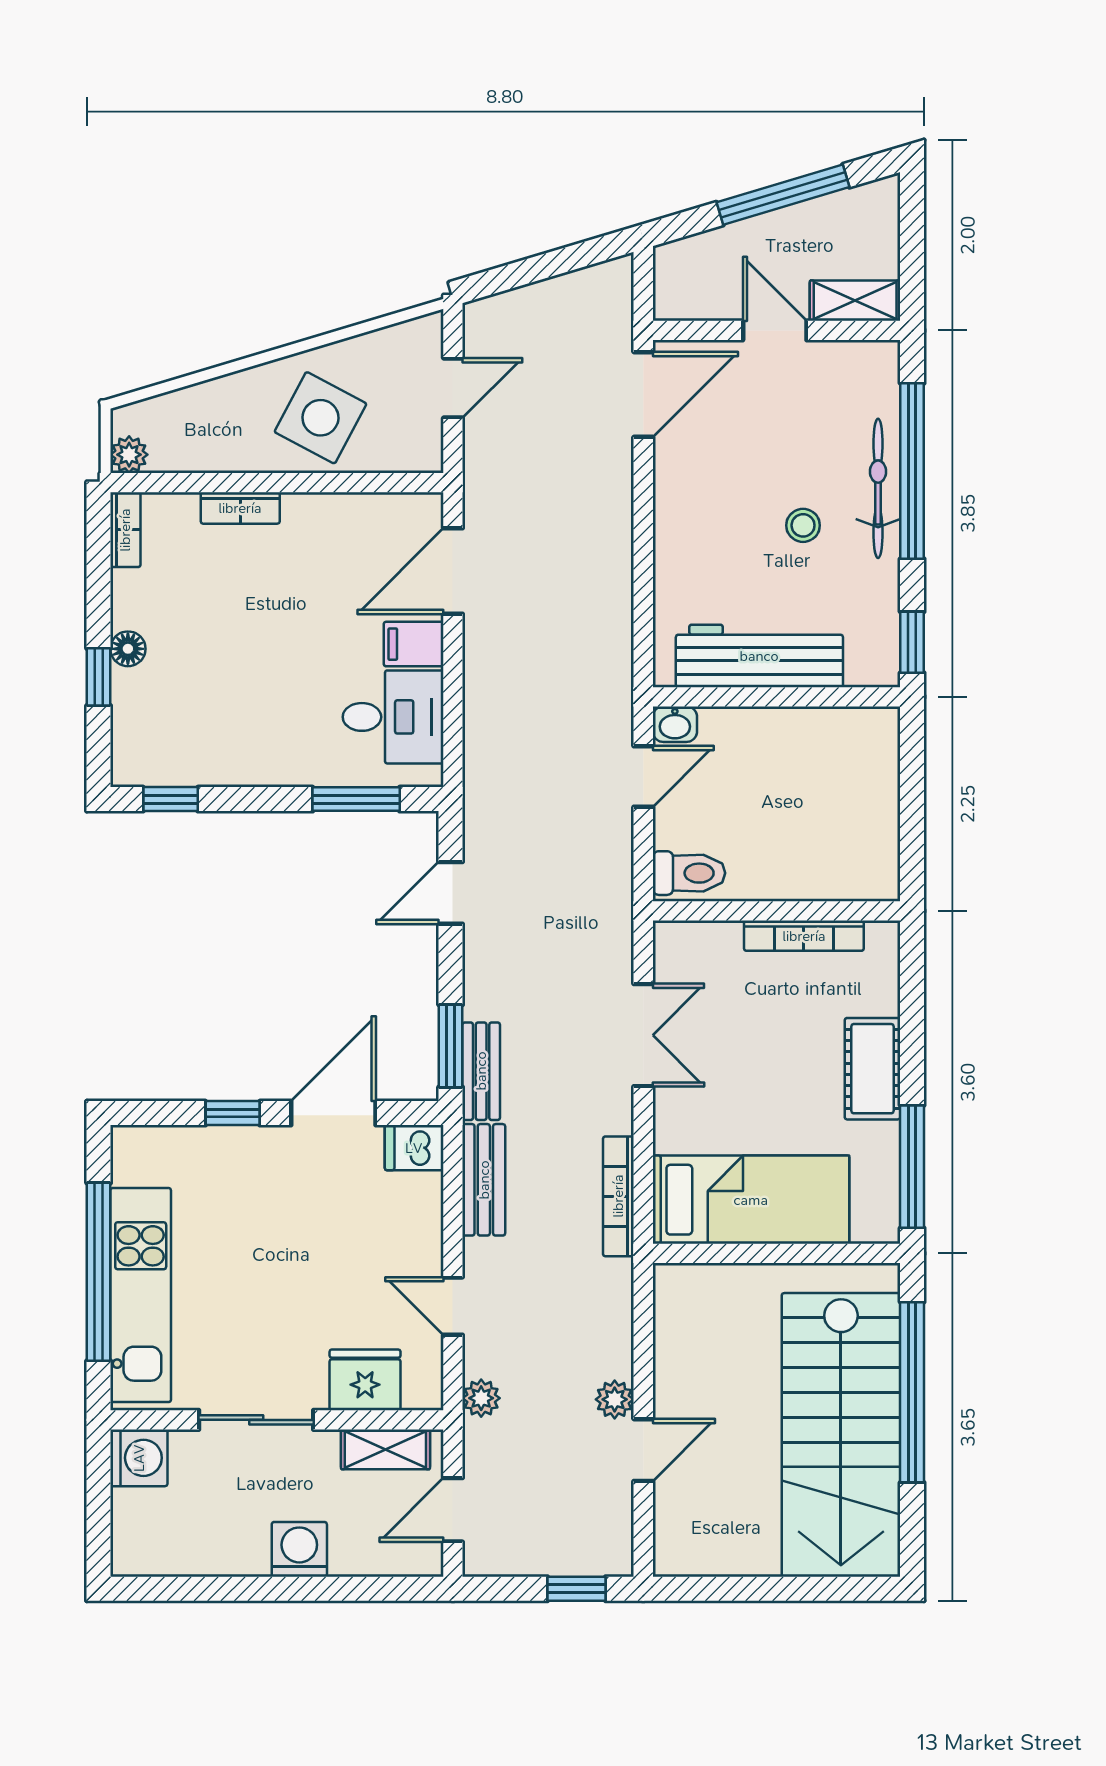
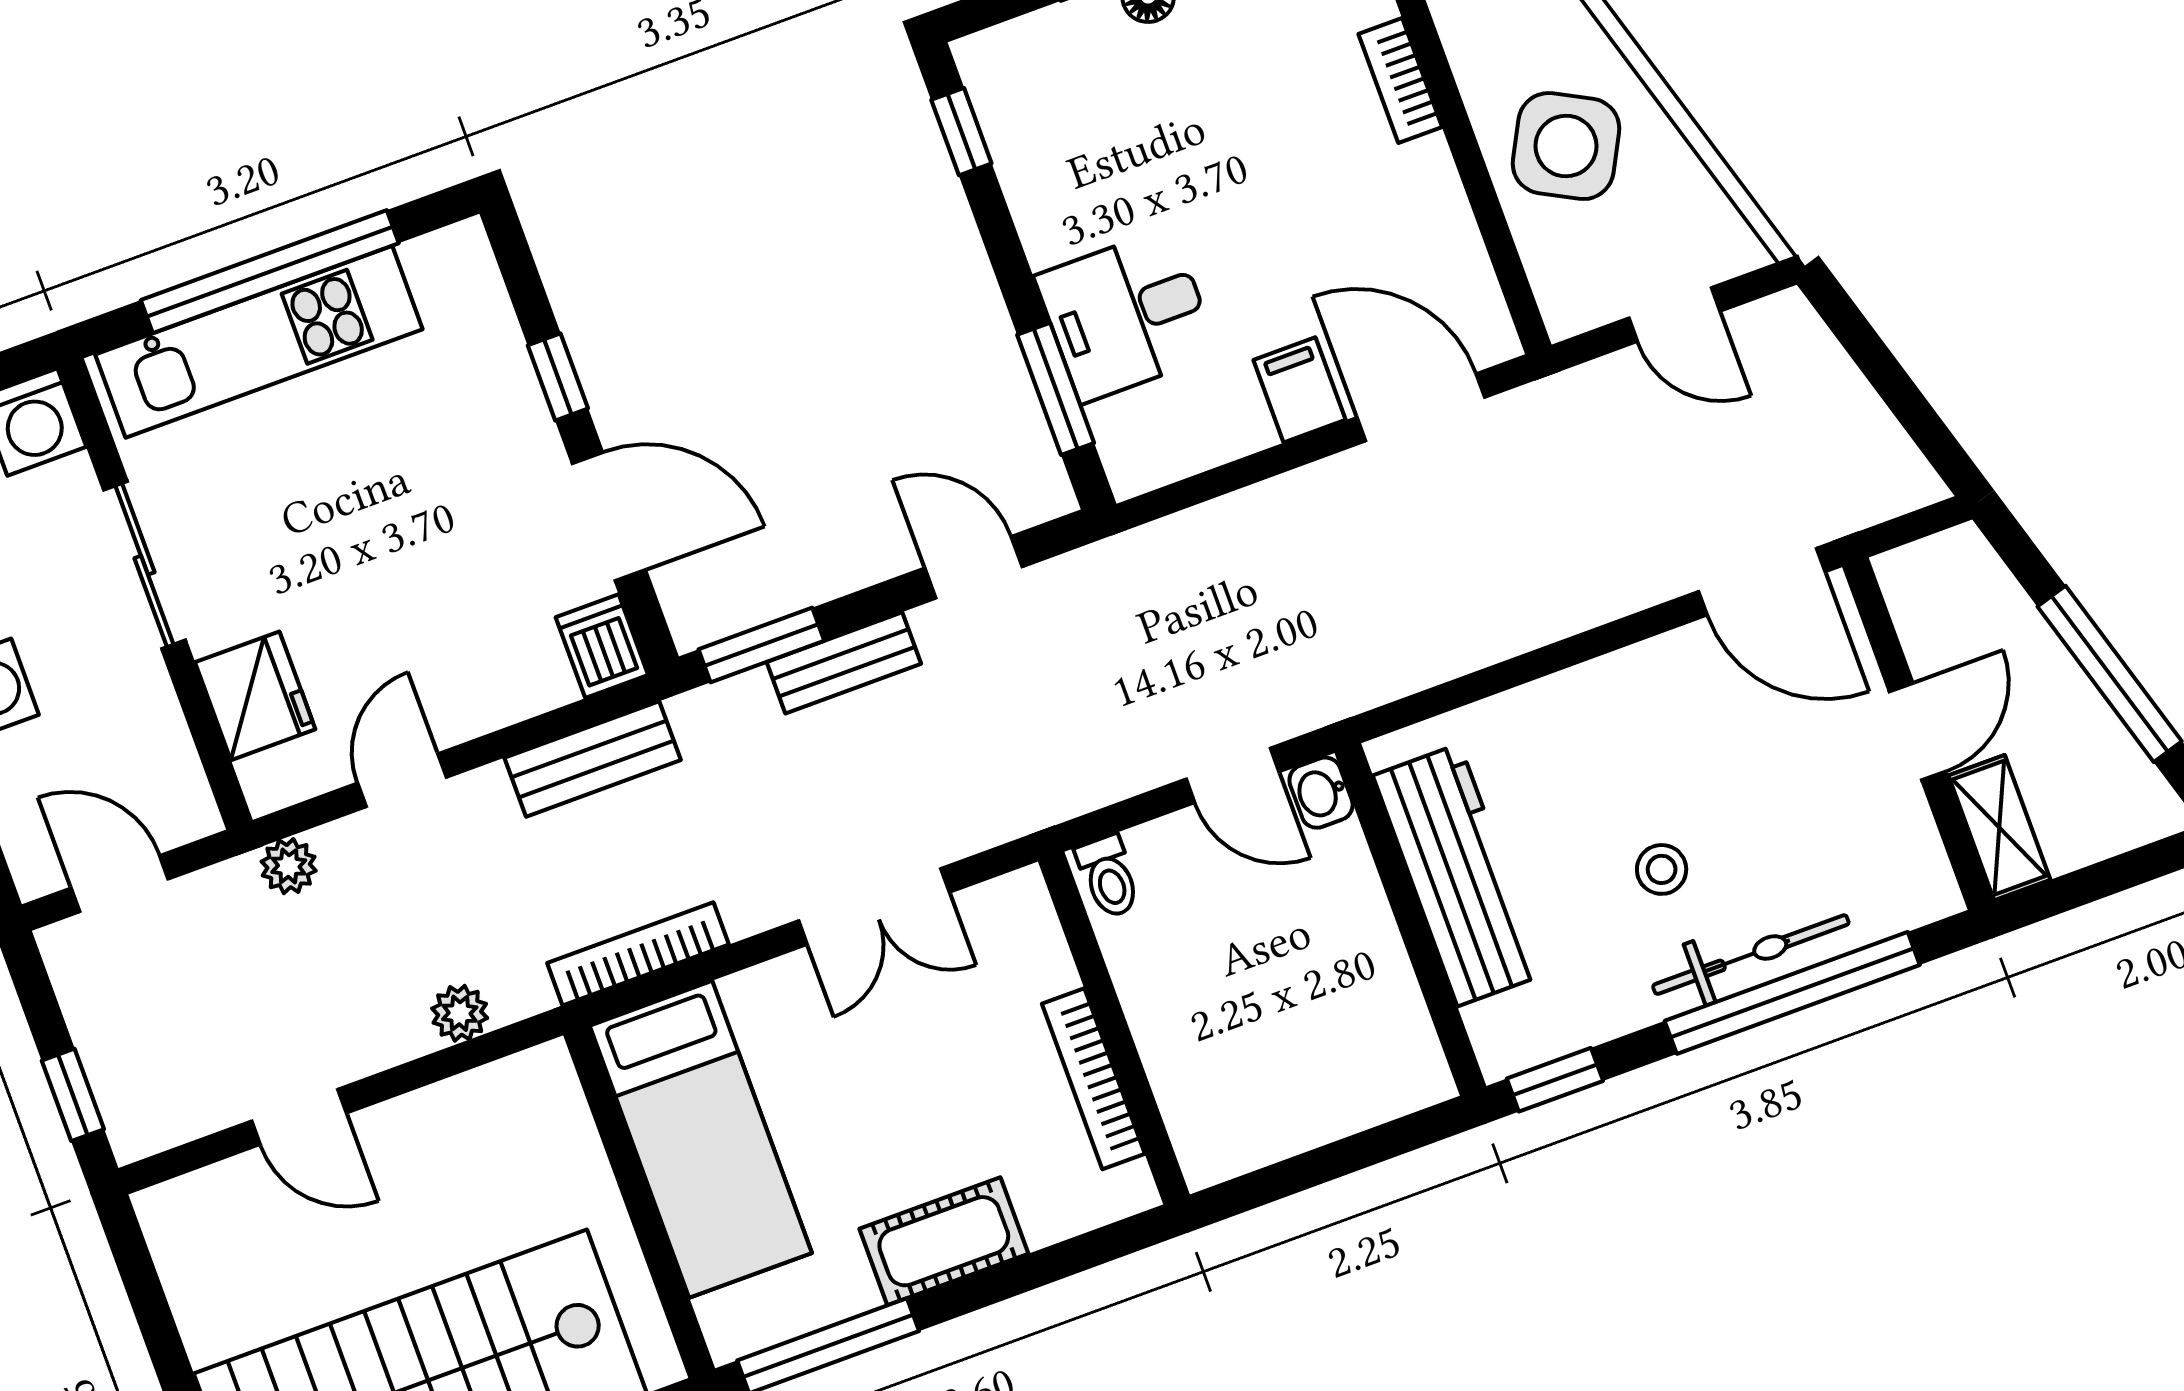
desk: (393, 717) -> (1126, 315), moved, turned 90
toilet: (689, 873) -> (1108, 877), width x0.73, depth x0.72
bench: (481, 1071) -> (844, 663), moved
plant: (615, 1399) -> (460, 1013), moved
shelving: (385, 1449) -> (169, 759), removed

